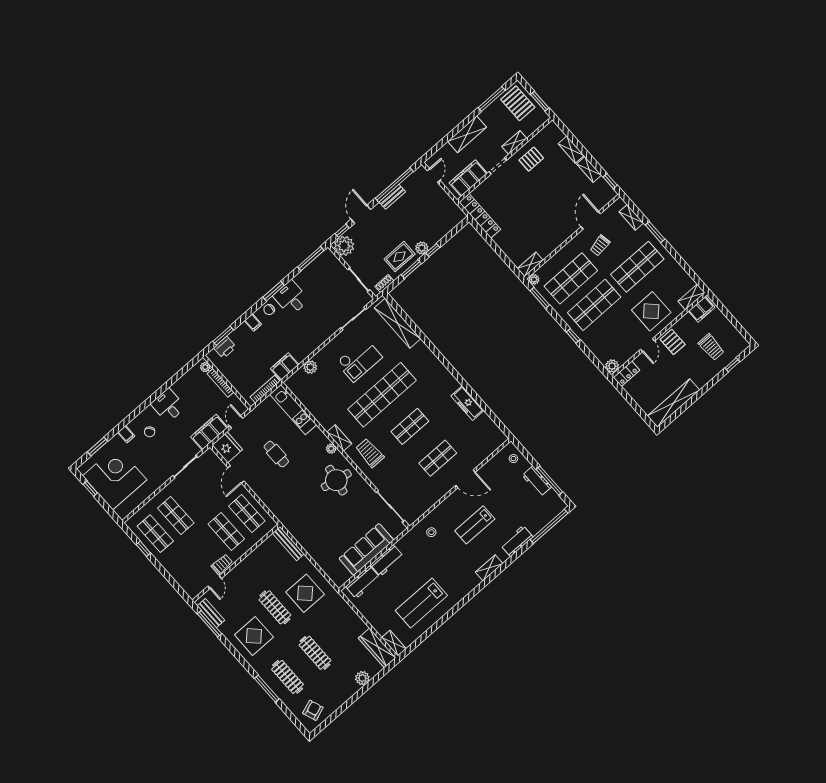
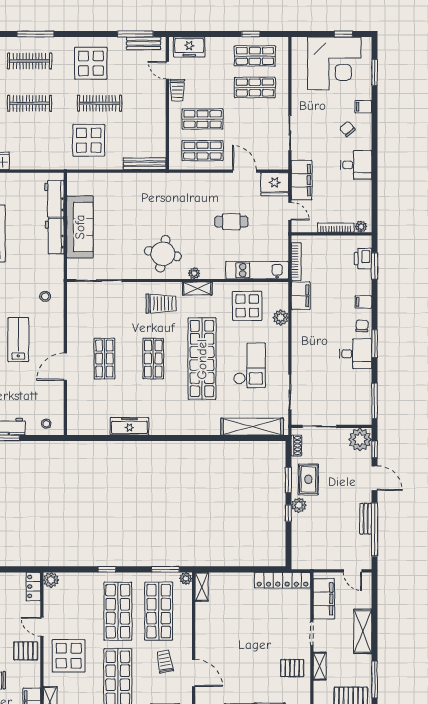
pallet: (531, 159) -> (292, 668), turned 90
checkout: (359, 360) -> (250, 365), turned 180
display table: (322, 396) -> (247, 306), added
freezer: (187, 581) -> (189, 47), added

